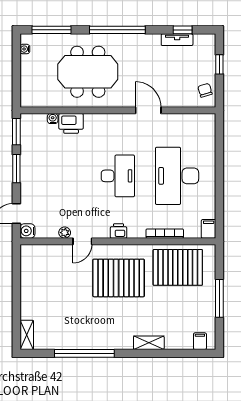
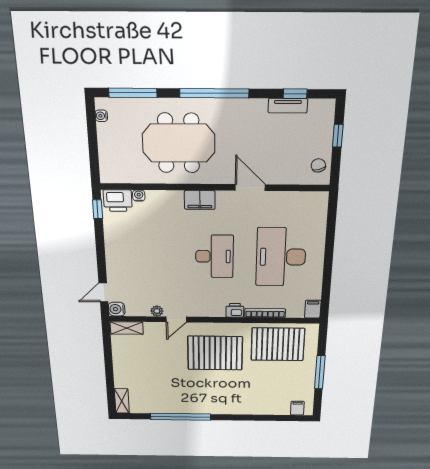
filing cabinet: (105, 122) -> (200, 200), added
printer: (71, 123) -> (118, 201), moved
window: (16, 132) -> (98, 209), width x0.67
window: (16, 169) -> (100, 248), removed
printer: (119, 231) -> (235, 310), moved
shelving: (149, 343) -> (127, 328), moved

